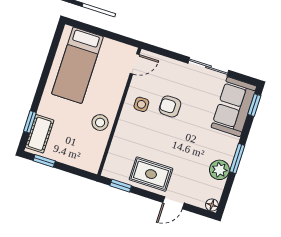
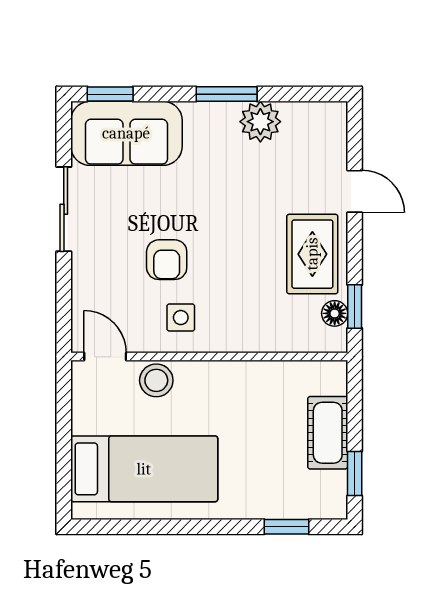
stool: (100, 123) -> (156, 380), moved
cot: (40, 134) -> (328, 433), moved, turned 90
floor lamp: (212, 205) -> (335, 313), moved

